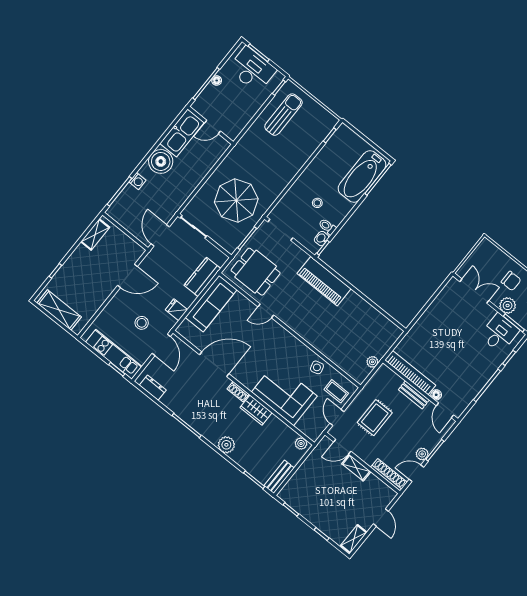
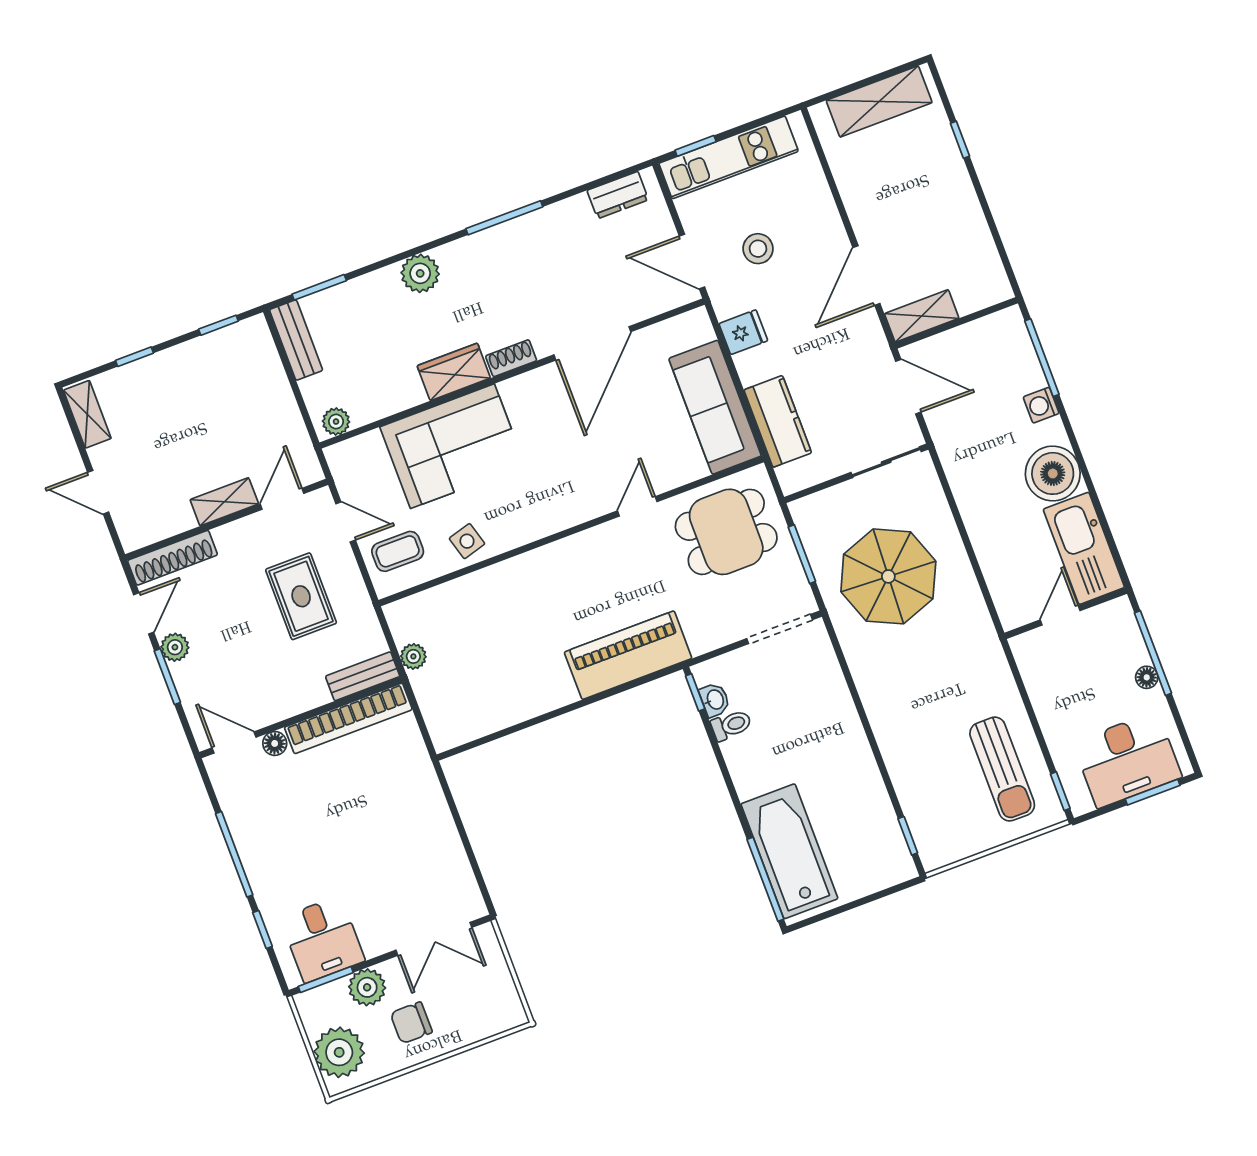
stool: (317, 203) -> (790, 733), removed
shelving: (95, 235) -> (922, 316), moved, turned 90
bench: (414, 395) -> (363, 676), moved

